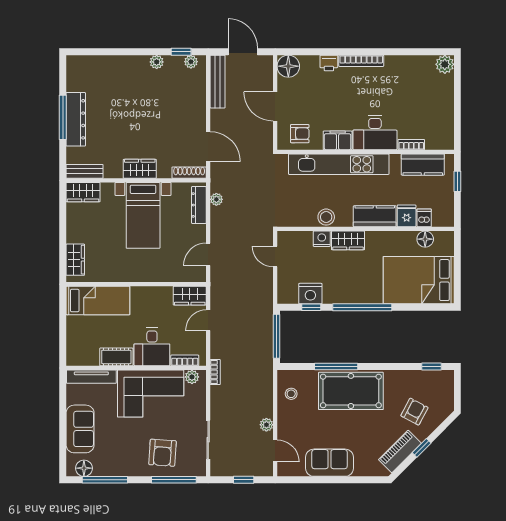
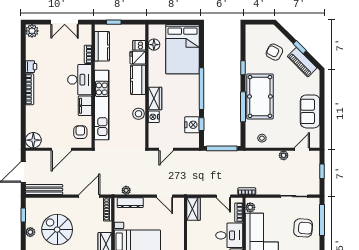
plant: (191, 62) -> (30, 208), removed
printer: (329, 63) -> (31, 67), moved
spiral stairs: (160, 100) -> (57, 230), added
double door: (457, 111) -> (65, 22), added
door: (208, 320) -> (223, 196), moved
window: (431, 367) -> (243, 68), moved

